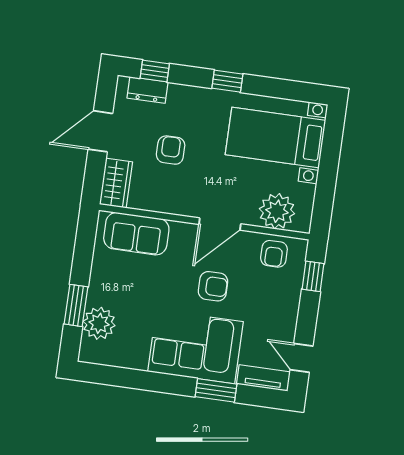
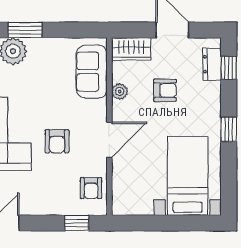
plant: (277, 211) -> (120, 91), moved, width x0.53, depth x0.53
door: (220, 224) -> (109, 140), swing flipped
armchair: (274, 254) -> (91, 188), turned -90

